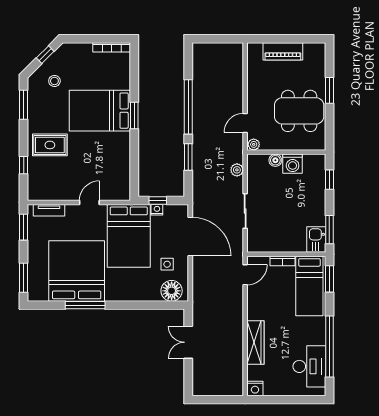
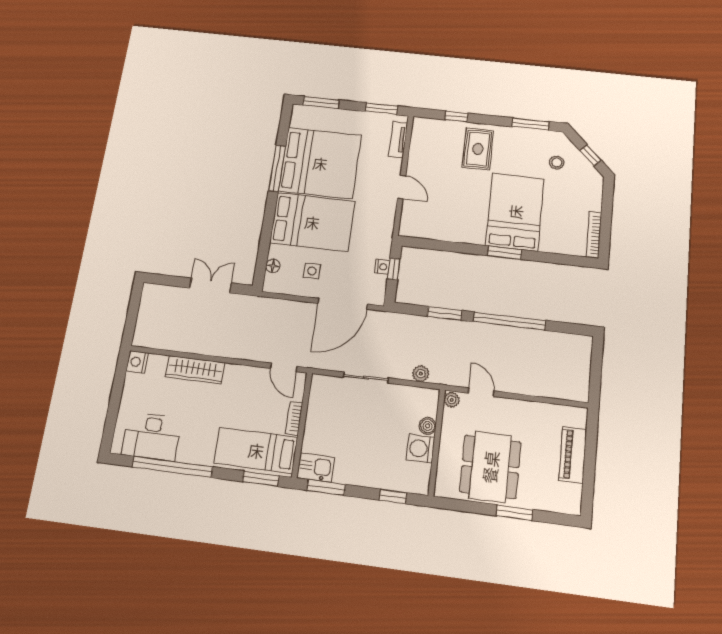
bed: (129, 236) -> (312, 222), moved, turned 180
floor lamp: (172, 291) -> (273, 266), width x0.53, depth x0.53

